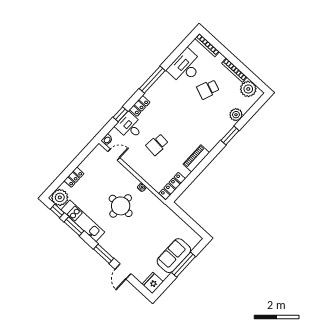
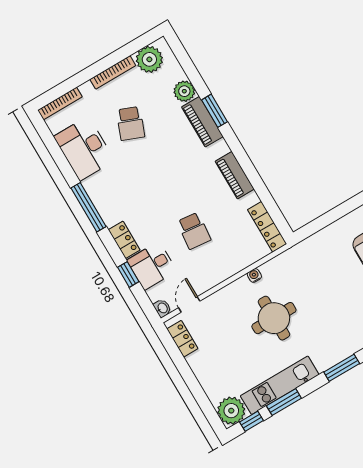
piano: (222, 130) -> (202, 122), added
locker: (74, 177) -> (182, 339), moved

